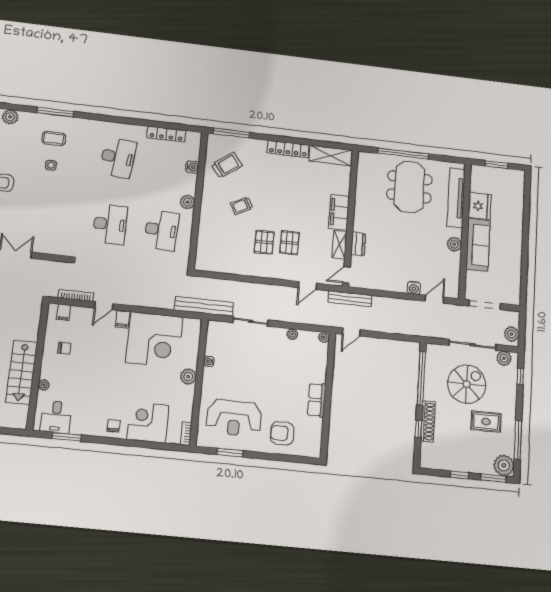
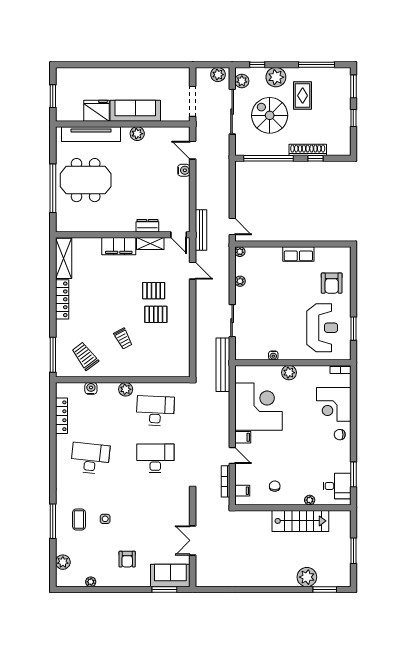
plant: (504, 465) -> (276, 77), moved

